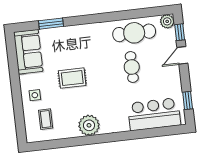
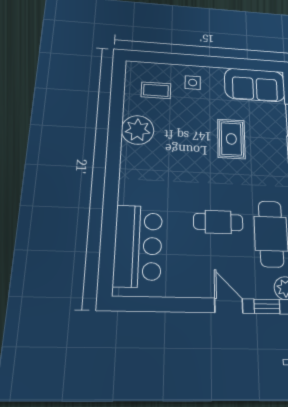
rug: (72, 78) -> (231, 139), moved
window: (188, 100) -> (152, 304), removed
plant: (89, 125) -> (138, 130), moved

